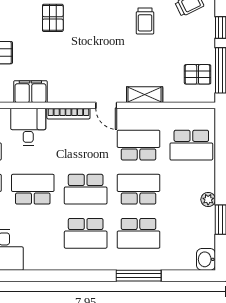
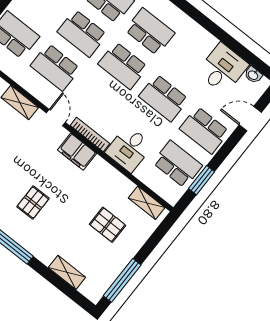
pallet: (53, 18) -> (33, 203), moved
filing cabinet: (30, 92) -> (77, 152), moved
school desk: (86, 189) -> (123, 66), turned 180

